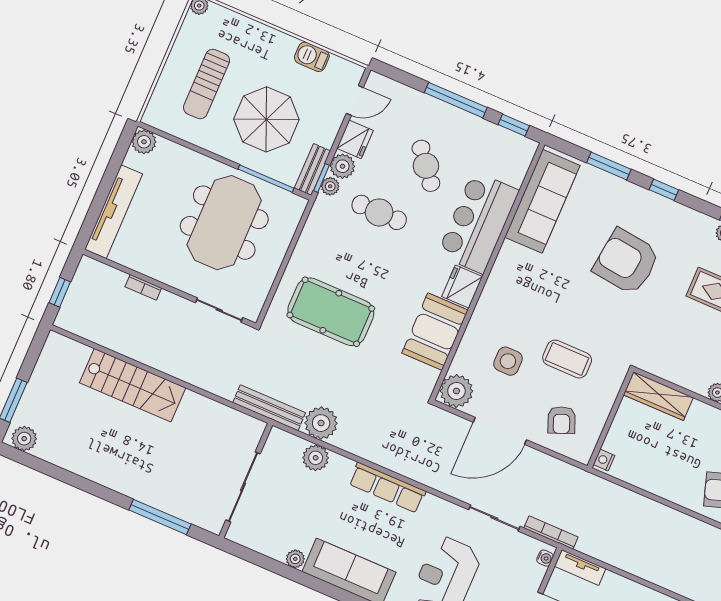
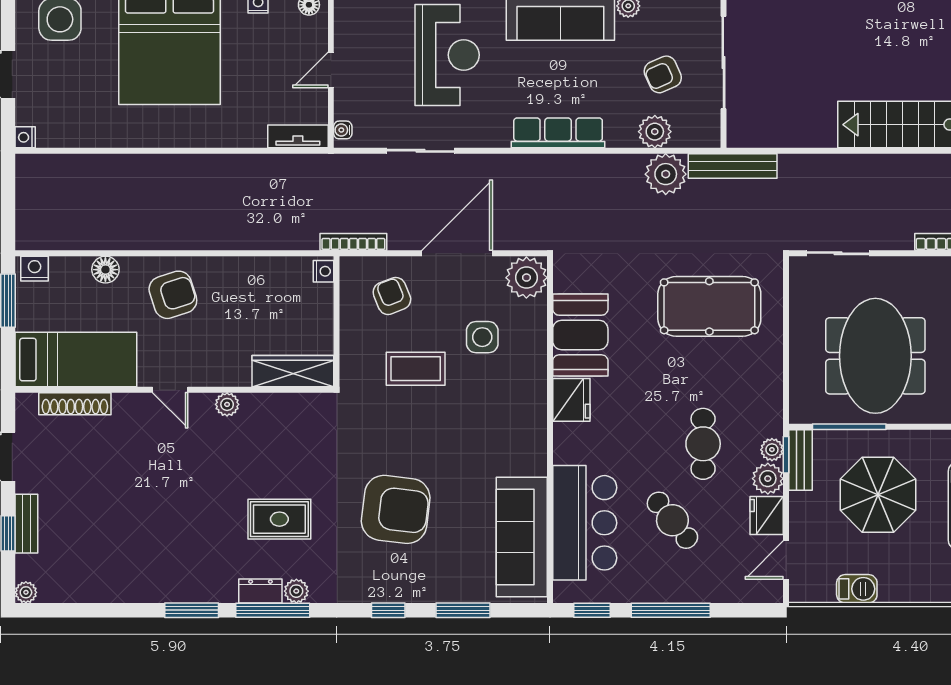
cafe table: (379, 212) -> (703, 444), turned 90
bar counter: (478, 222) -> (585, 523), moved
armchair: (292, 497) -> (663, 74), added
bookcase: (551, 532) -> (353, 242), moved, turned 180

